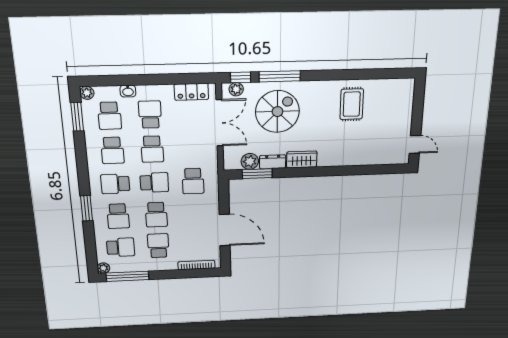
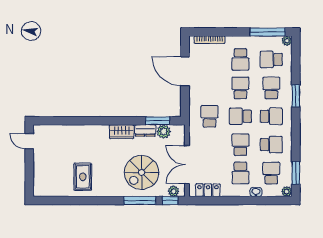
school desk: (112, 150) -> (271, 145), turned 90

